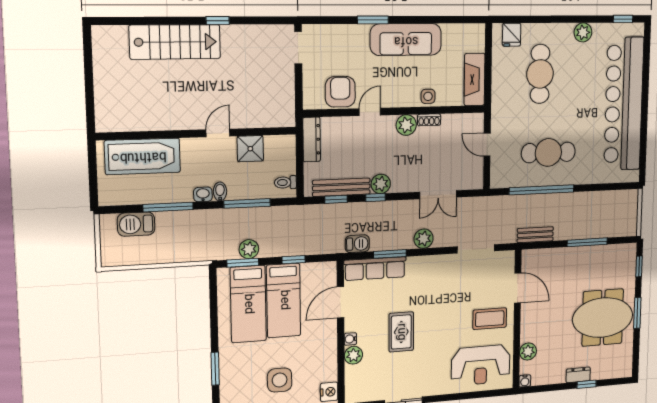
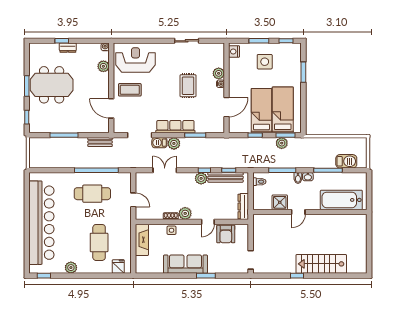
barbecue: (357, 244) -> (159, 143), moved
row of seats: (375, 269) -> (175, 127), moved

